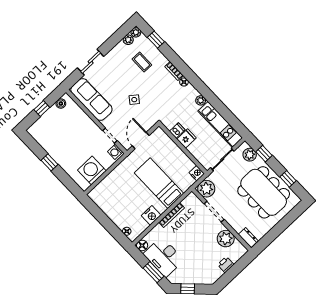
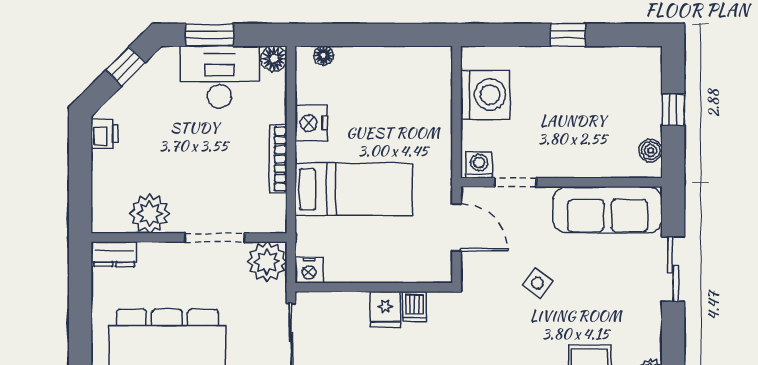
printer: (226, 265) -> (105, 134), moved

